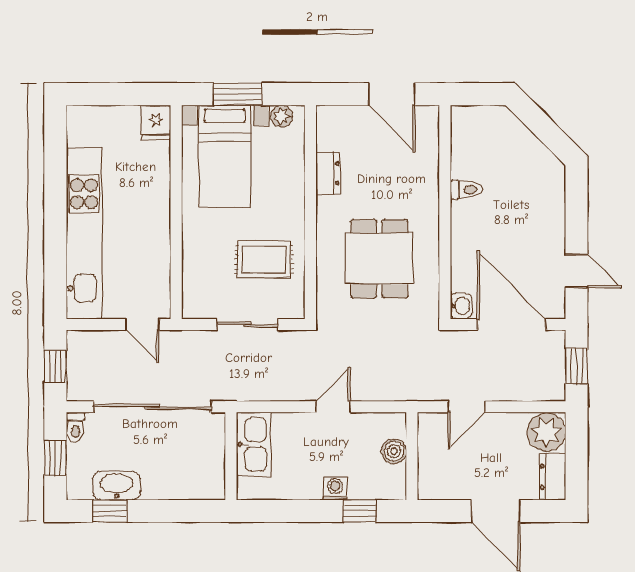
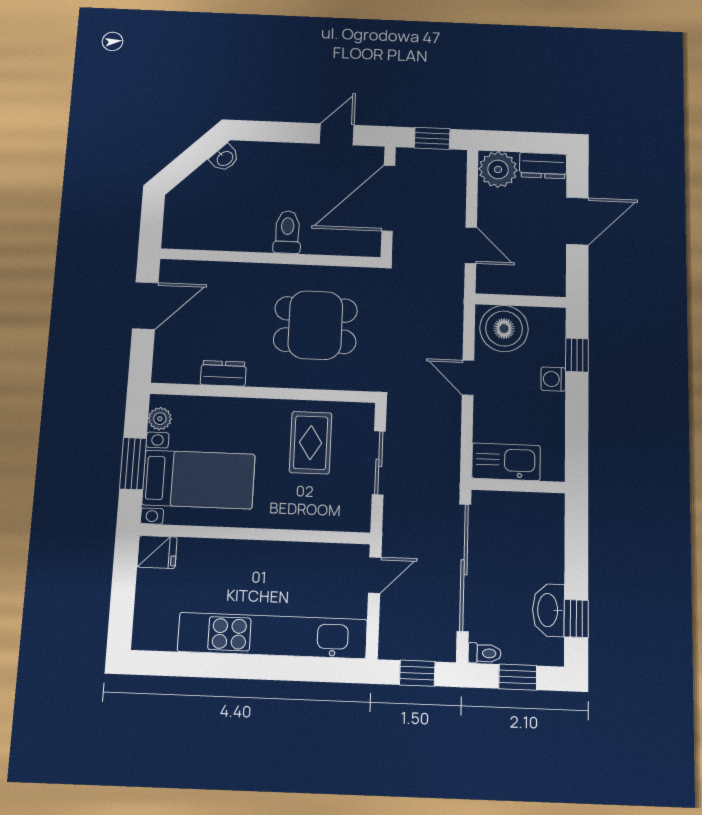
toilet: (466, 190) -> (287, 232), moved, width x1.37, depth x1.39
washbasin: (461, 306) -> (225, 158), moved, turned 135
boiler: (394, 451) -> (504, 329), width x1.86, depth x1.86

